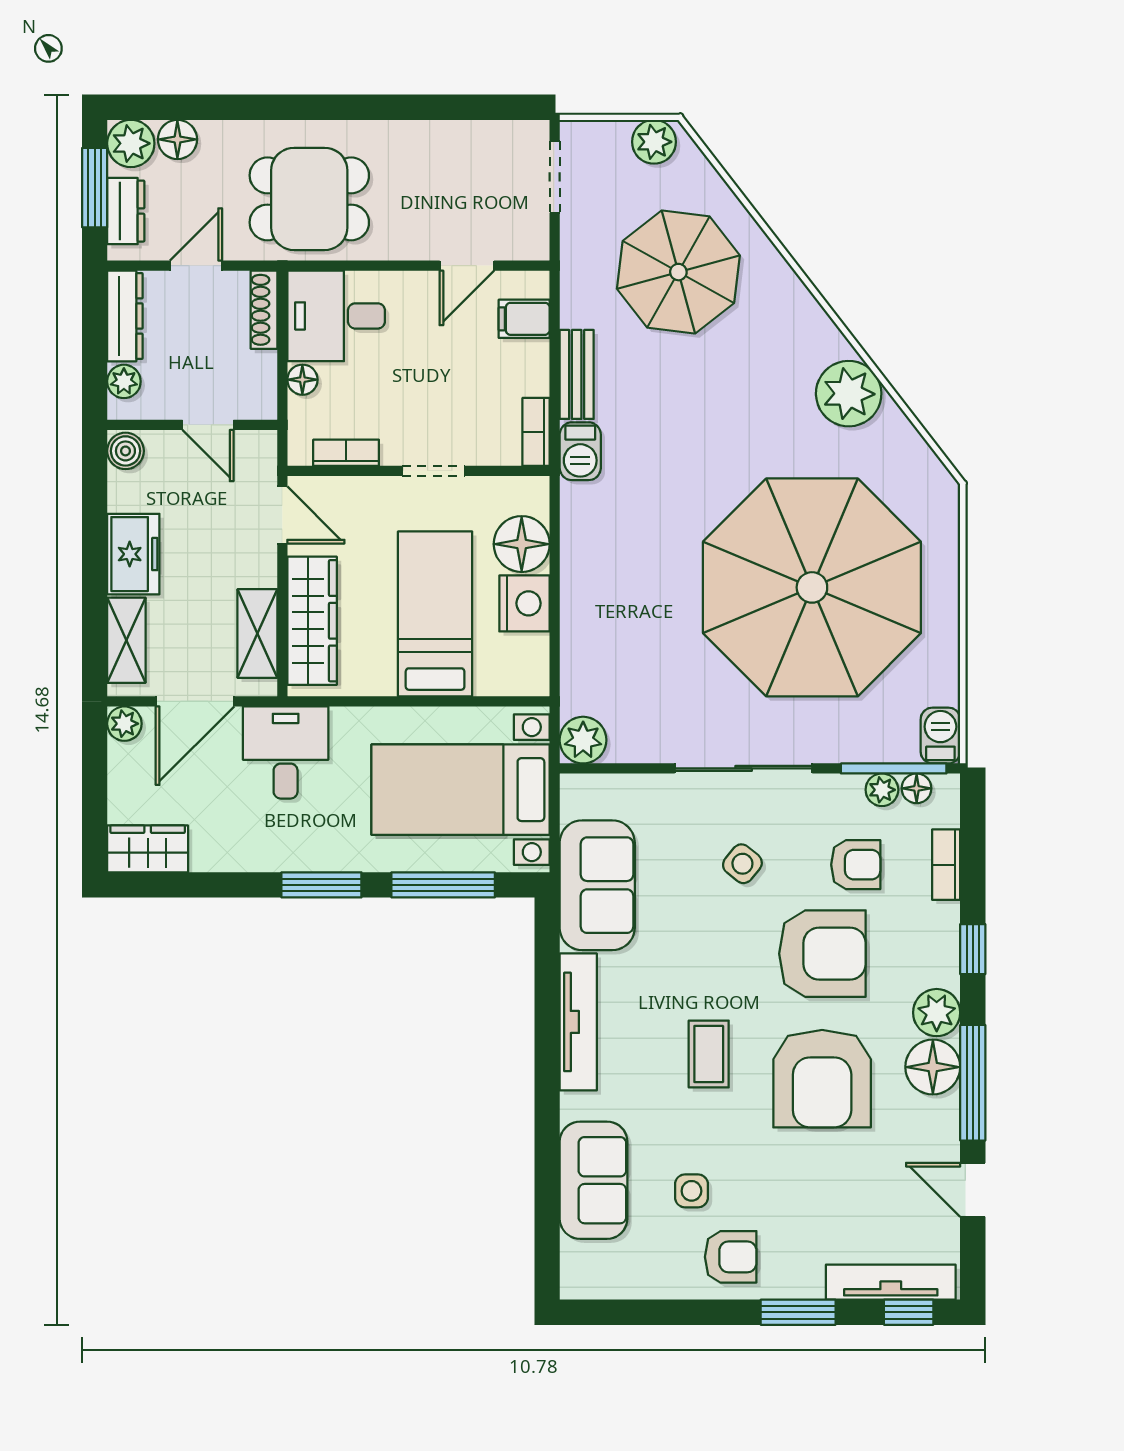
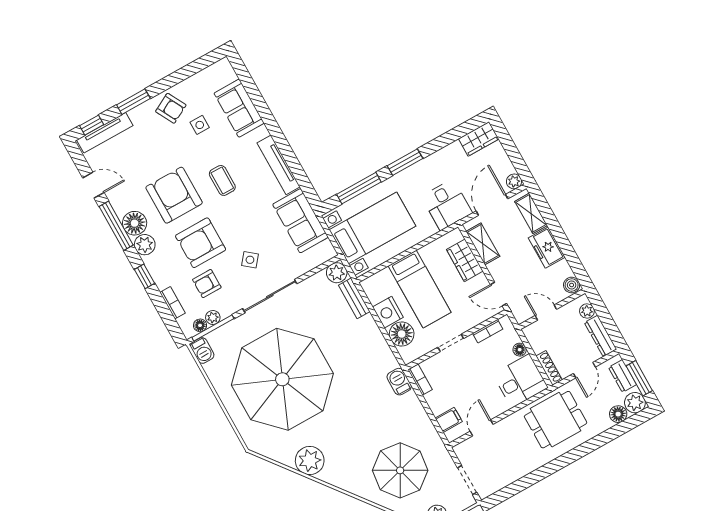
bench: (577, 374) -> (354, 298), moved
wardrobe: (312, 621) -> (465, 260), width x0.67
armchair: (731, 1257) -> (171, 108), turned -118

